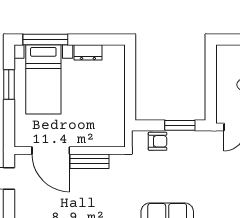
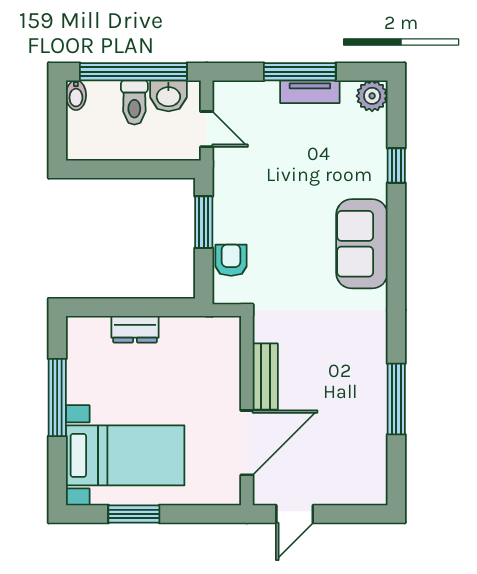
window: (45, 40) -> (57, 397), moved
dresser: (88, 52) -> (135, 329), moved, turned 90

